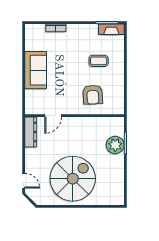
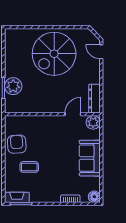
floor lamp: (31, 30) -> (94, 197), added
armchair: (93, 95) -> (17, 144), moved
plant: (32, 107) -> (93, 122), added

